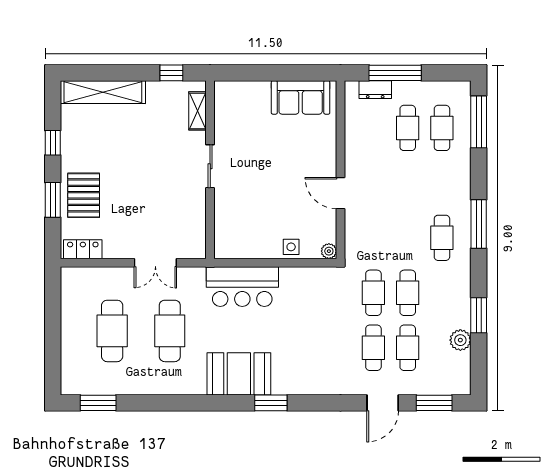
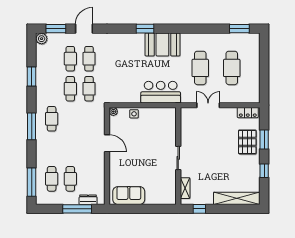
plant: (460, 340) -> (42, 39), moved

